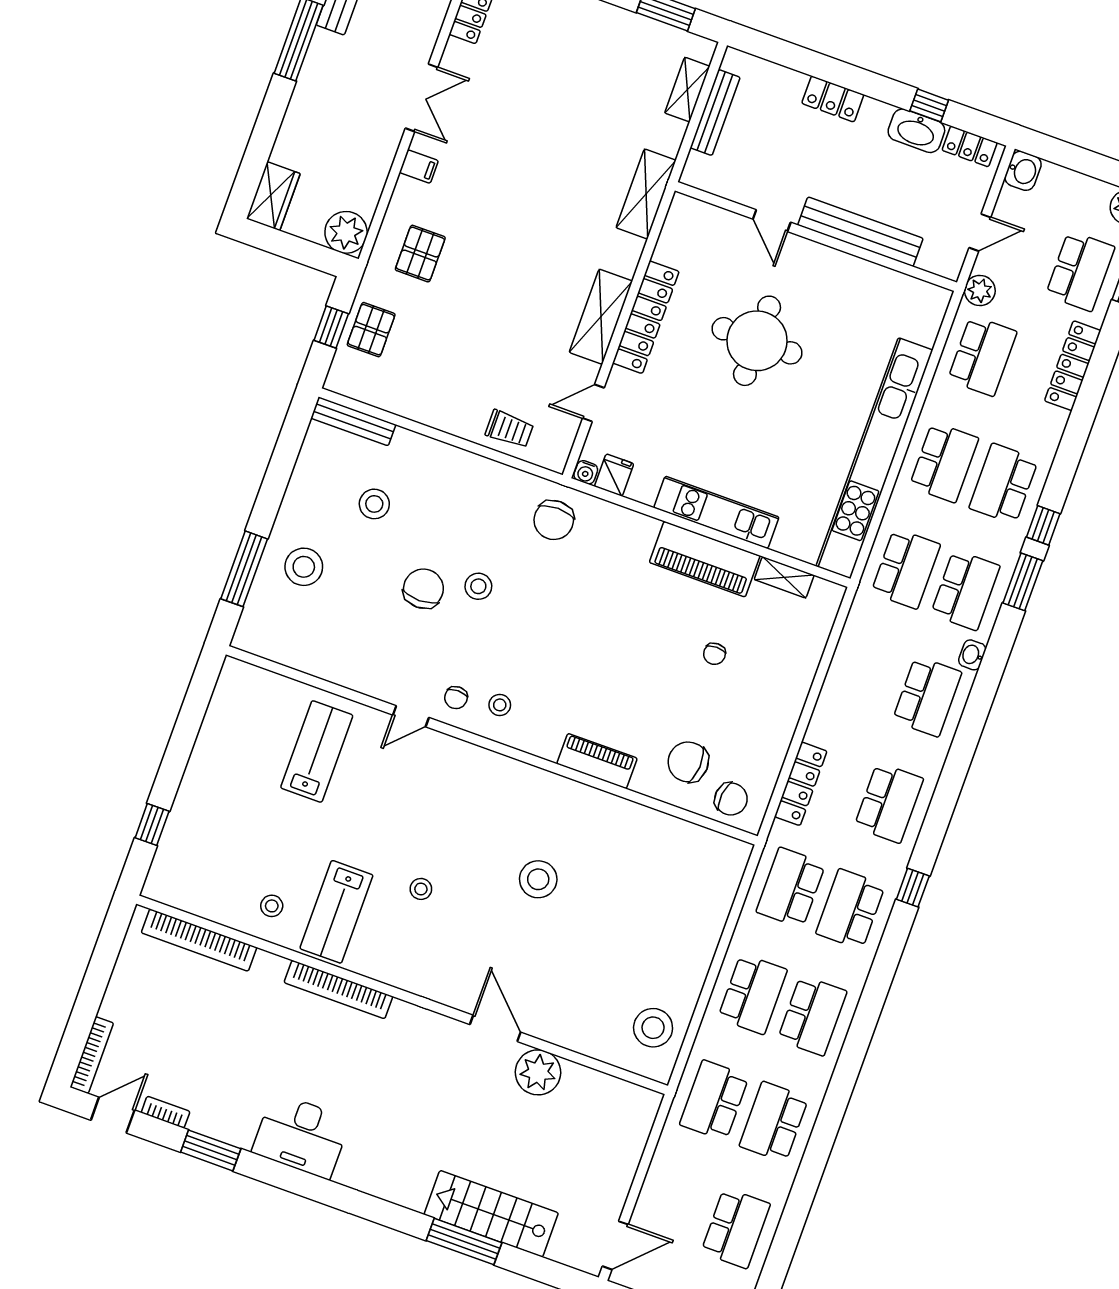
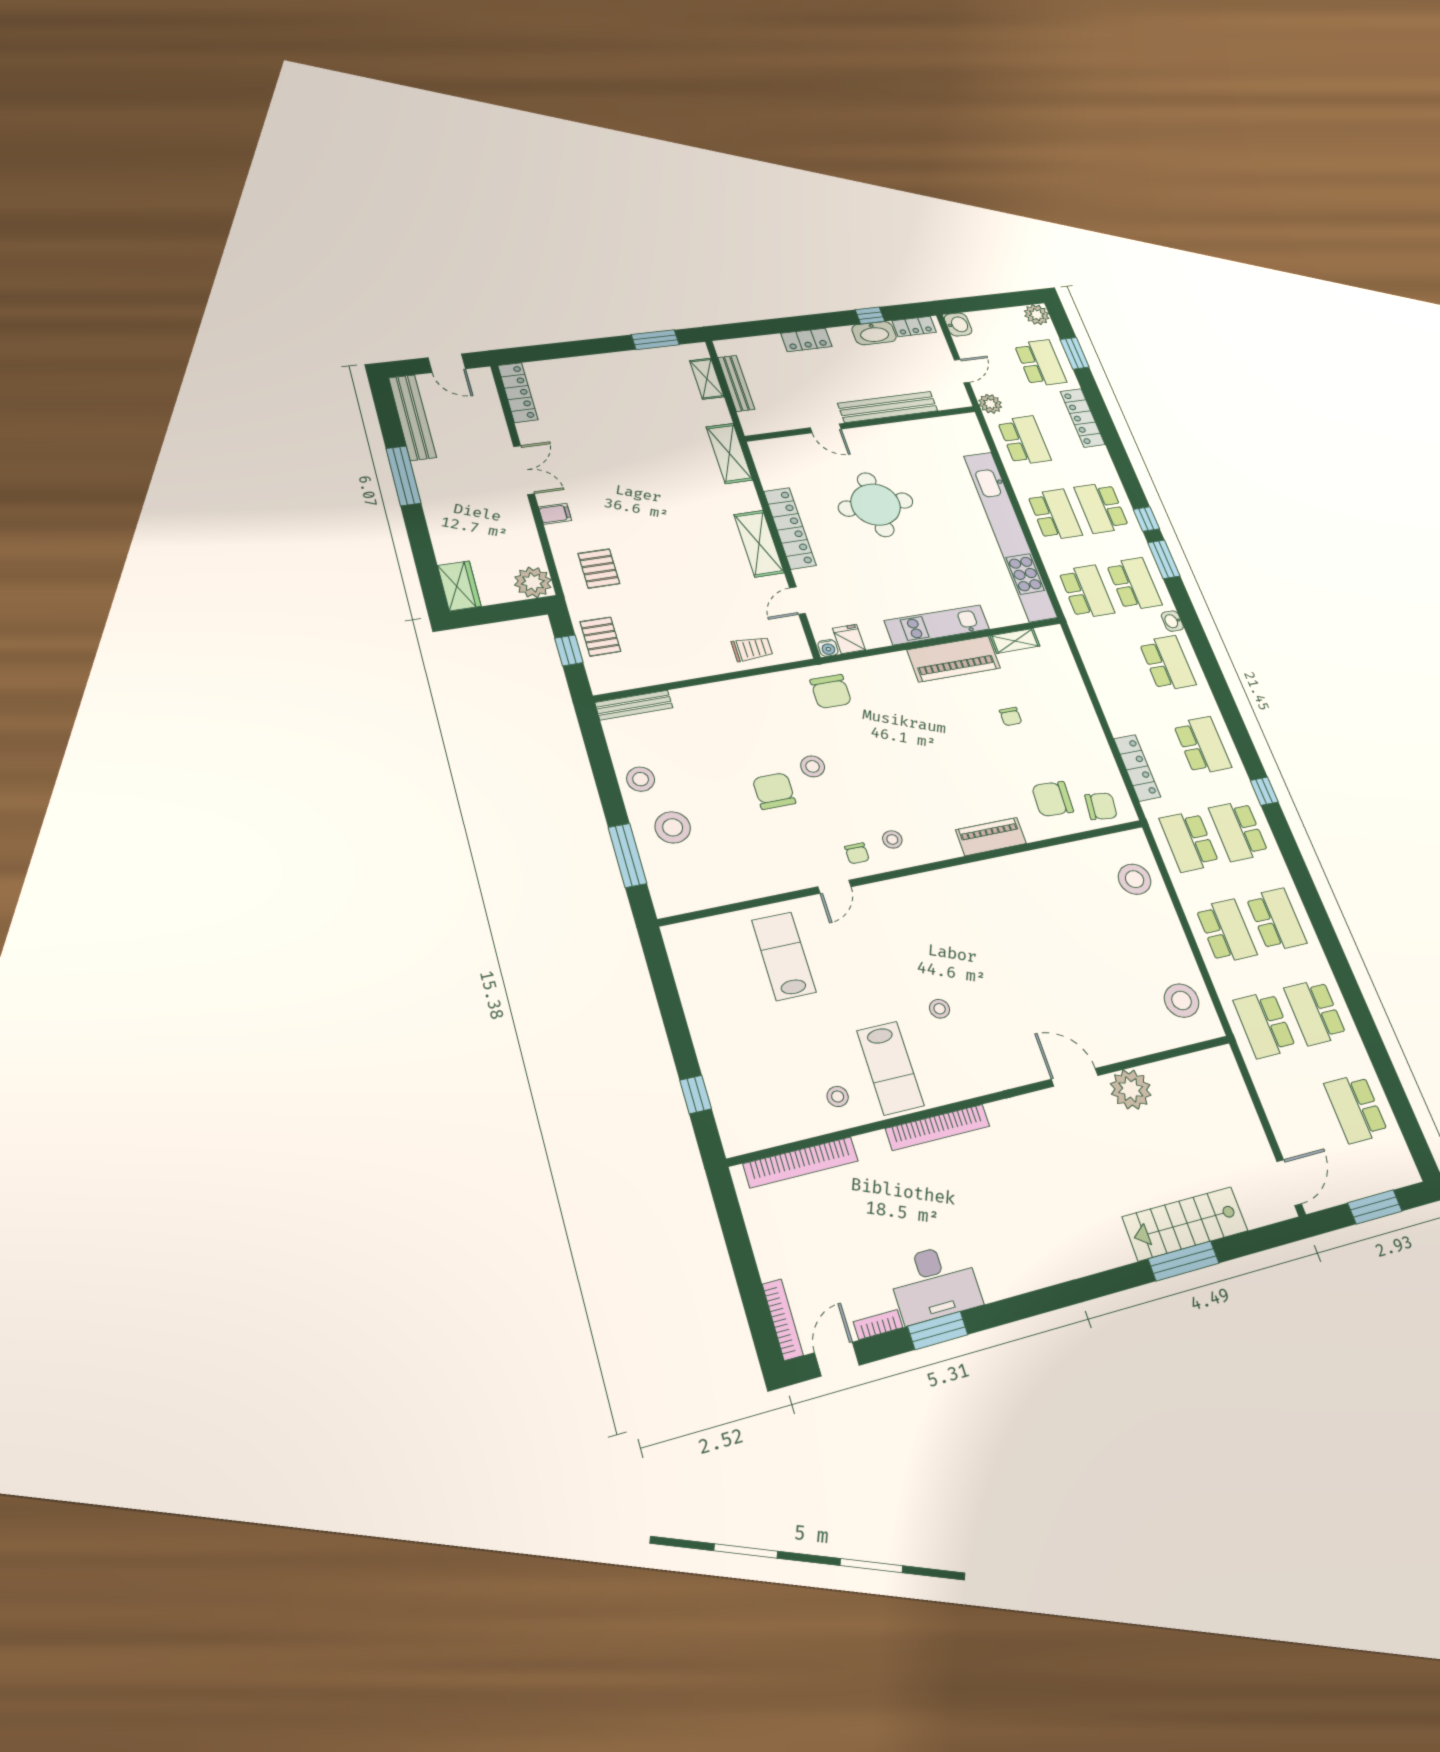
stool: (374, 504) -> (641, 779), moved
stool: (538, 879) -> (1135, 879), moved
desk: (301, 1136) -> (934, 1283), moved
school desk: (736, 1228) -> (1356, 1108), turned 180

